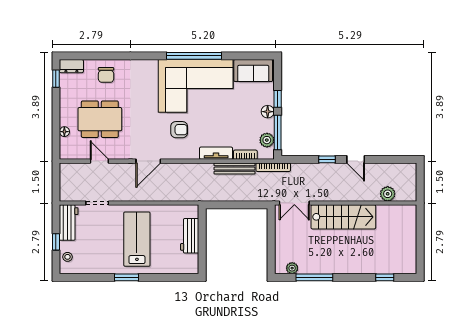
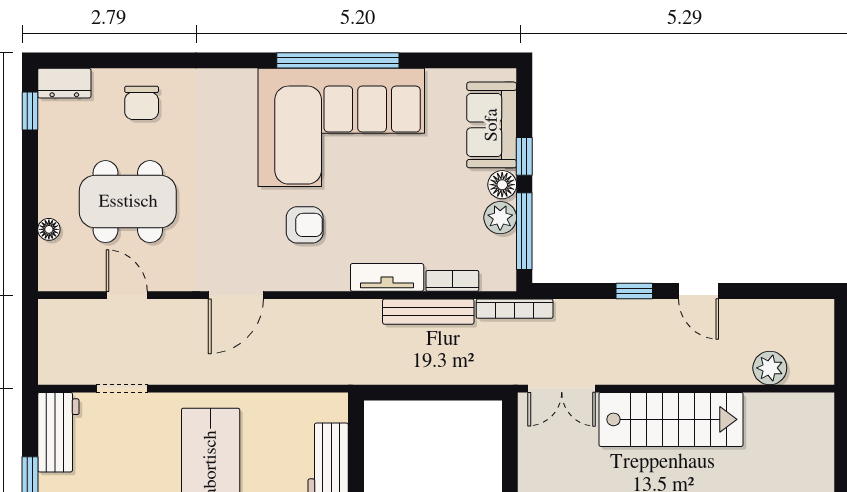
sofa: (253, 71) -> (492, 125), moved, turned 90
plant: (267, 140) -> (500, 218), moved

